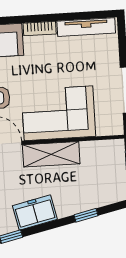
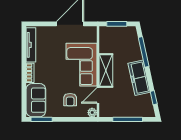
freezer: (35, 213) -> (139, 78), width x1.40
window: (86, 215) -> (144, 52), width x2.17

